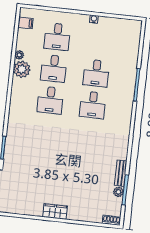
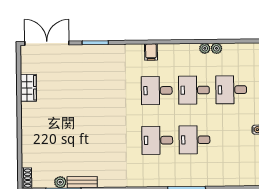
filing cabinet: (25, 23) -> (151, 52), moved
plant: (22, 69) -> (216, 48), moved, width x0.53, depth x0.53
wardrobe: (55, 212) -> (28, 88), moved

